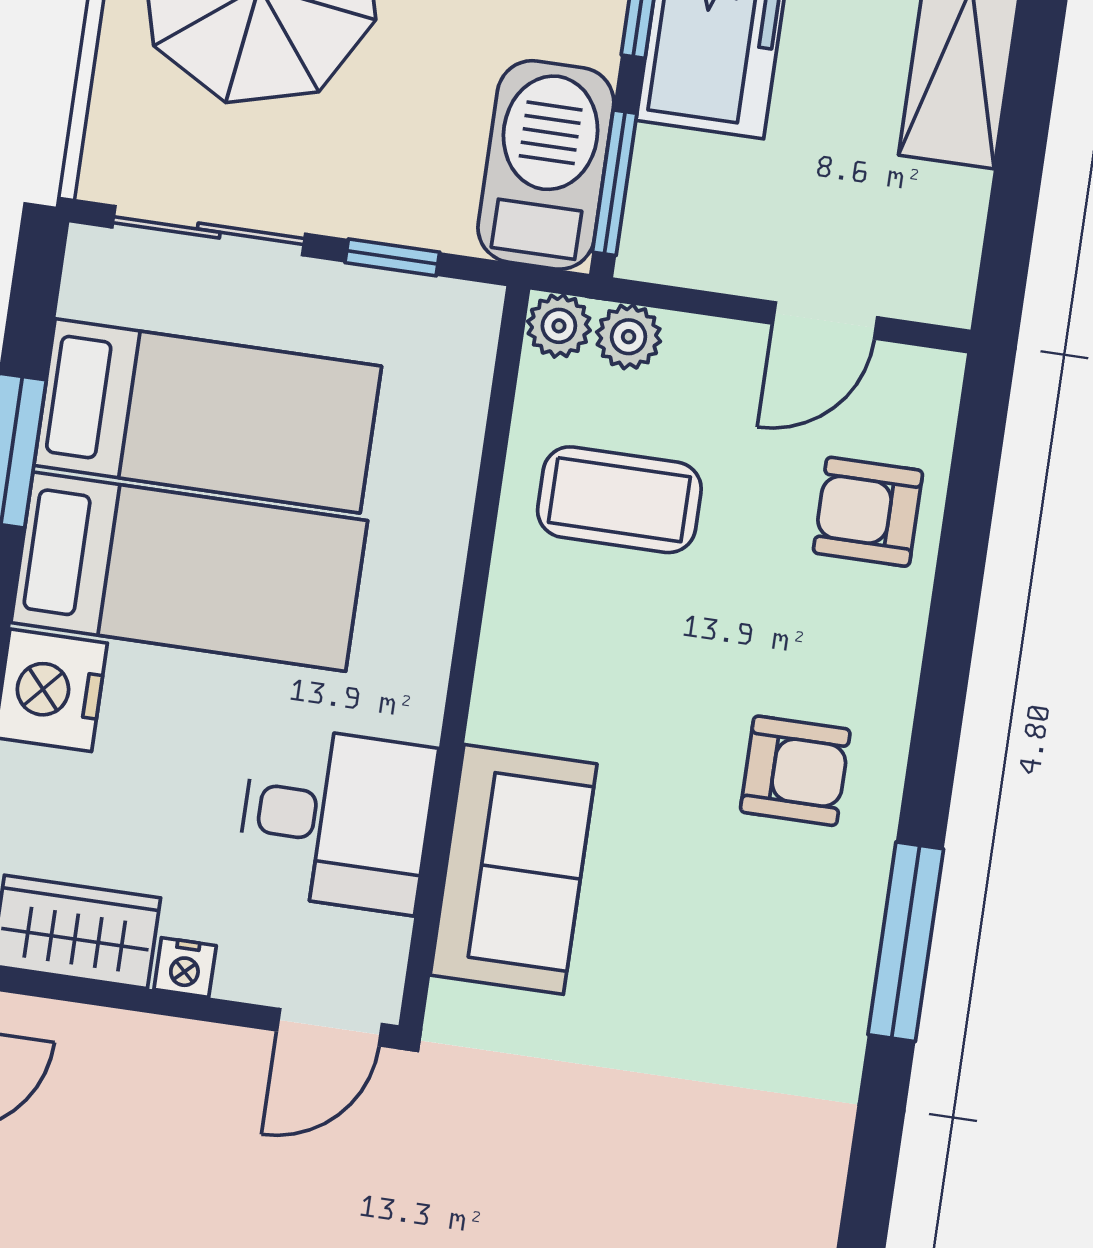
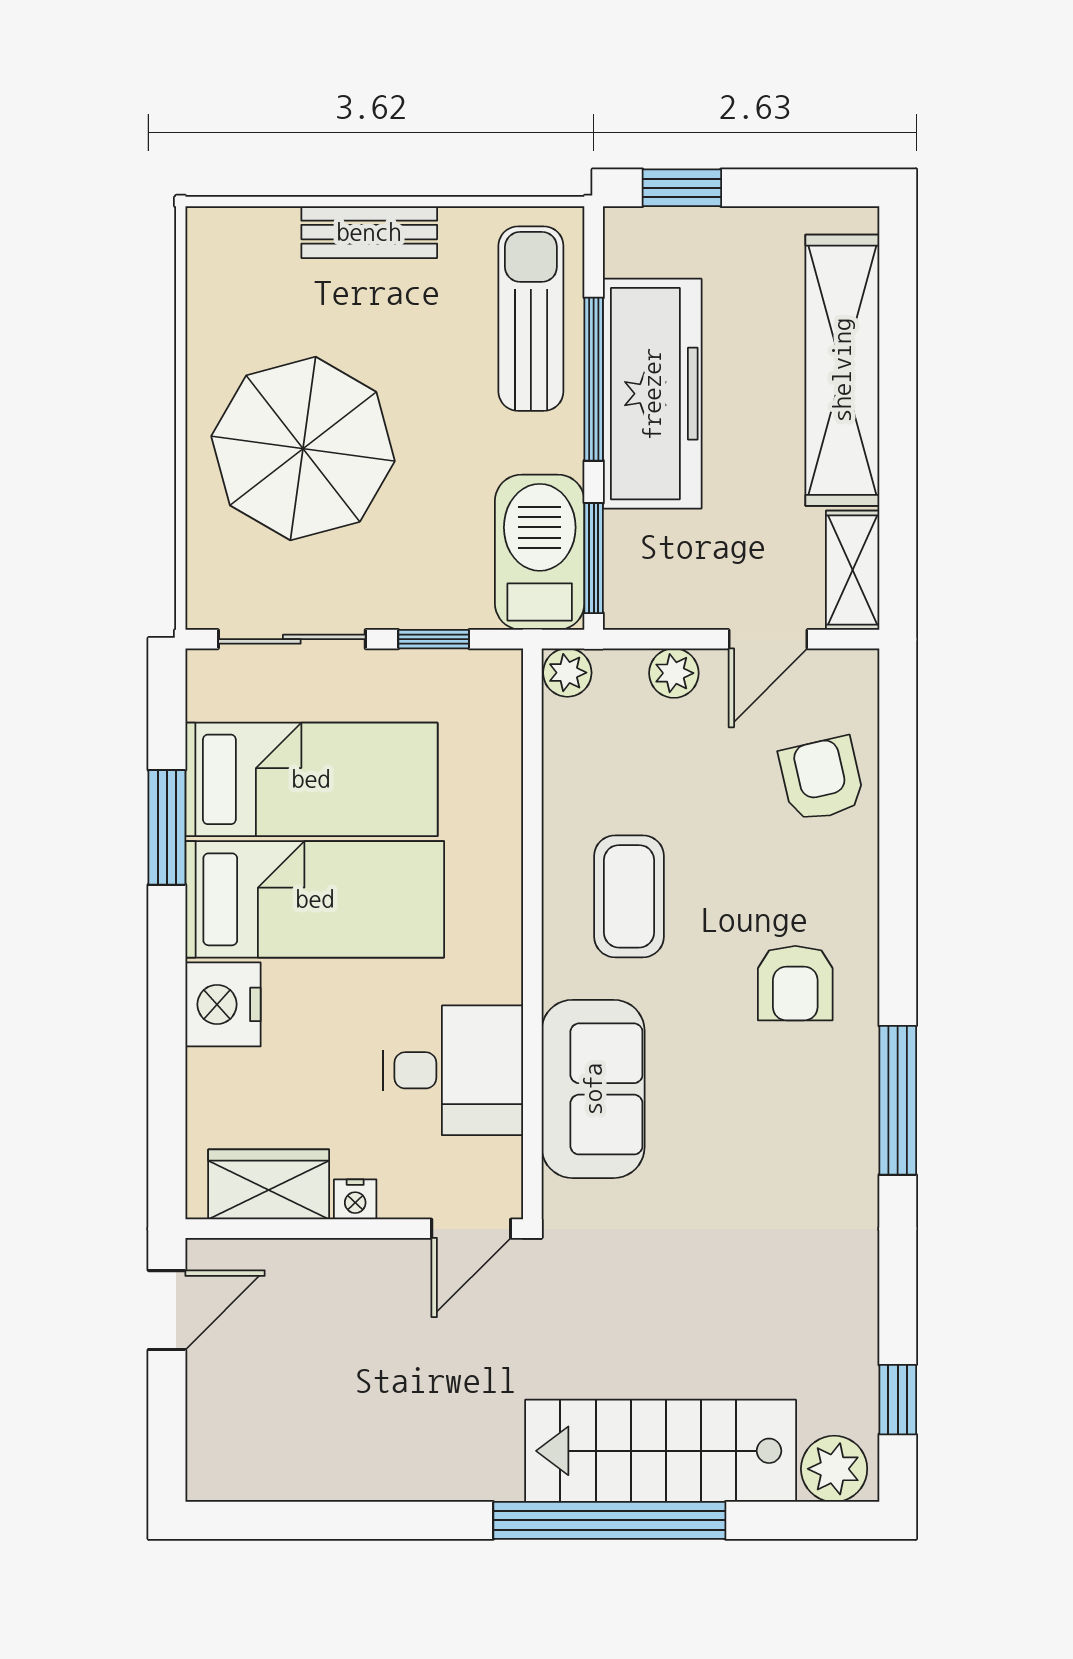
shelving: (947, 247) -> (853, 570), added
plant: (629, 337) -> (674, 673), moved
coffee table: (619, 500) -> (629, 896), moved, turned 90
armchair: (868, 512) -> (822, 779), turned 77
armchair: (795, 771) -> (795, 983), turned 90

